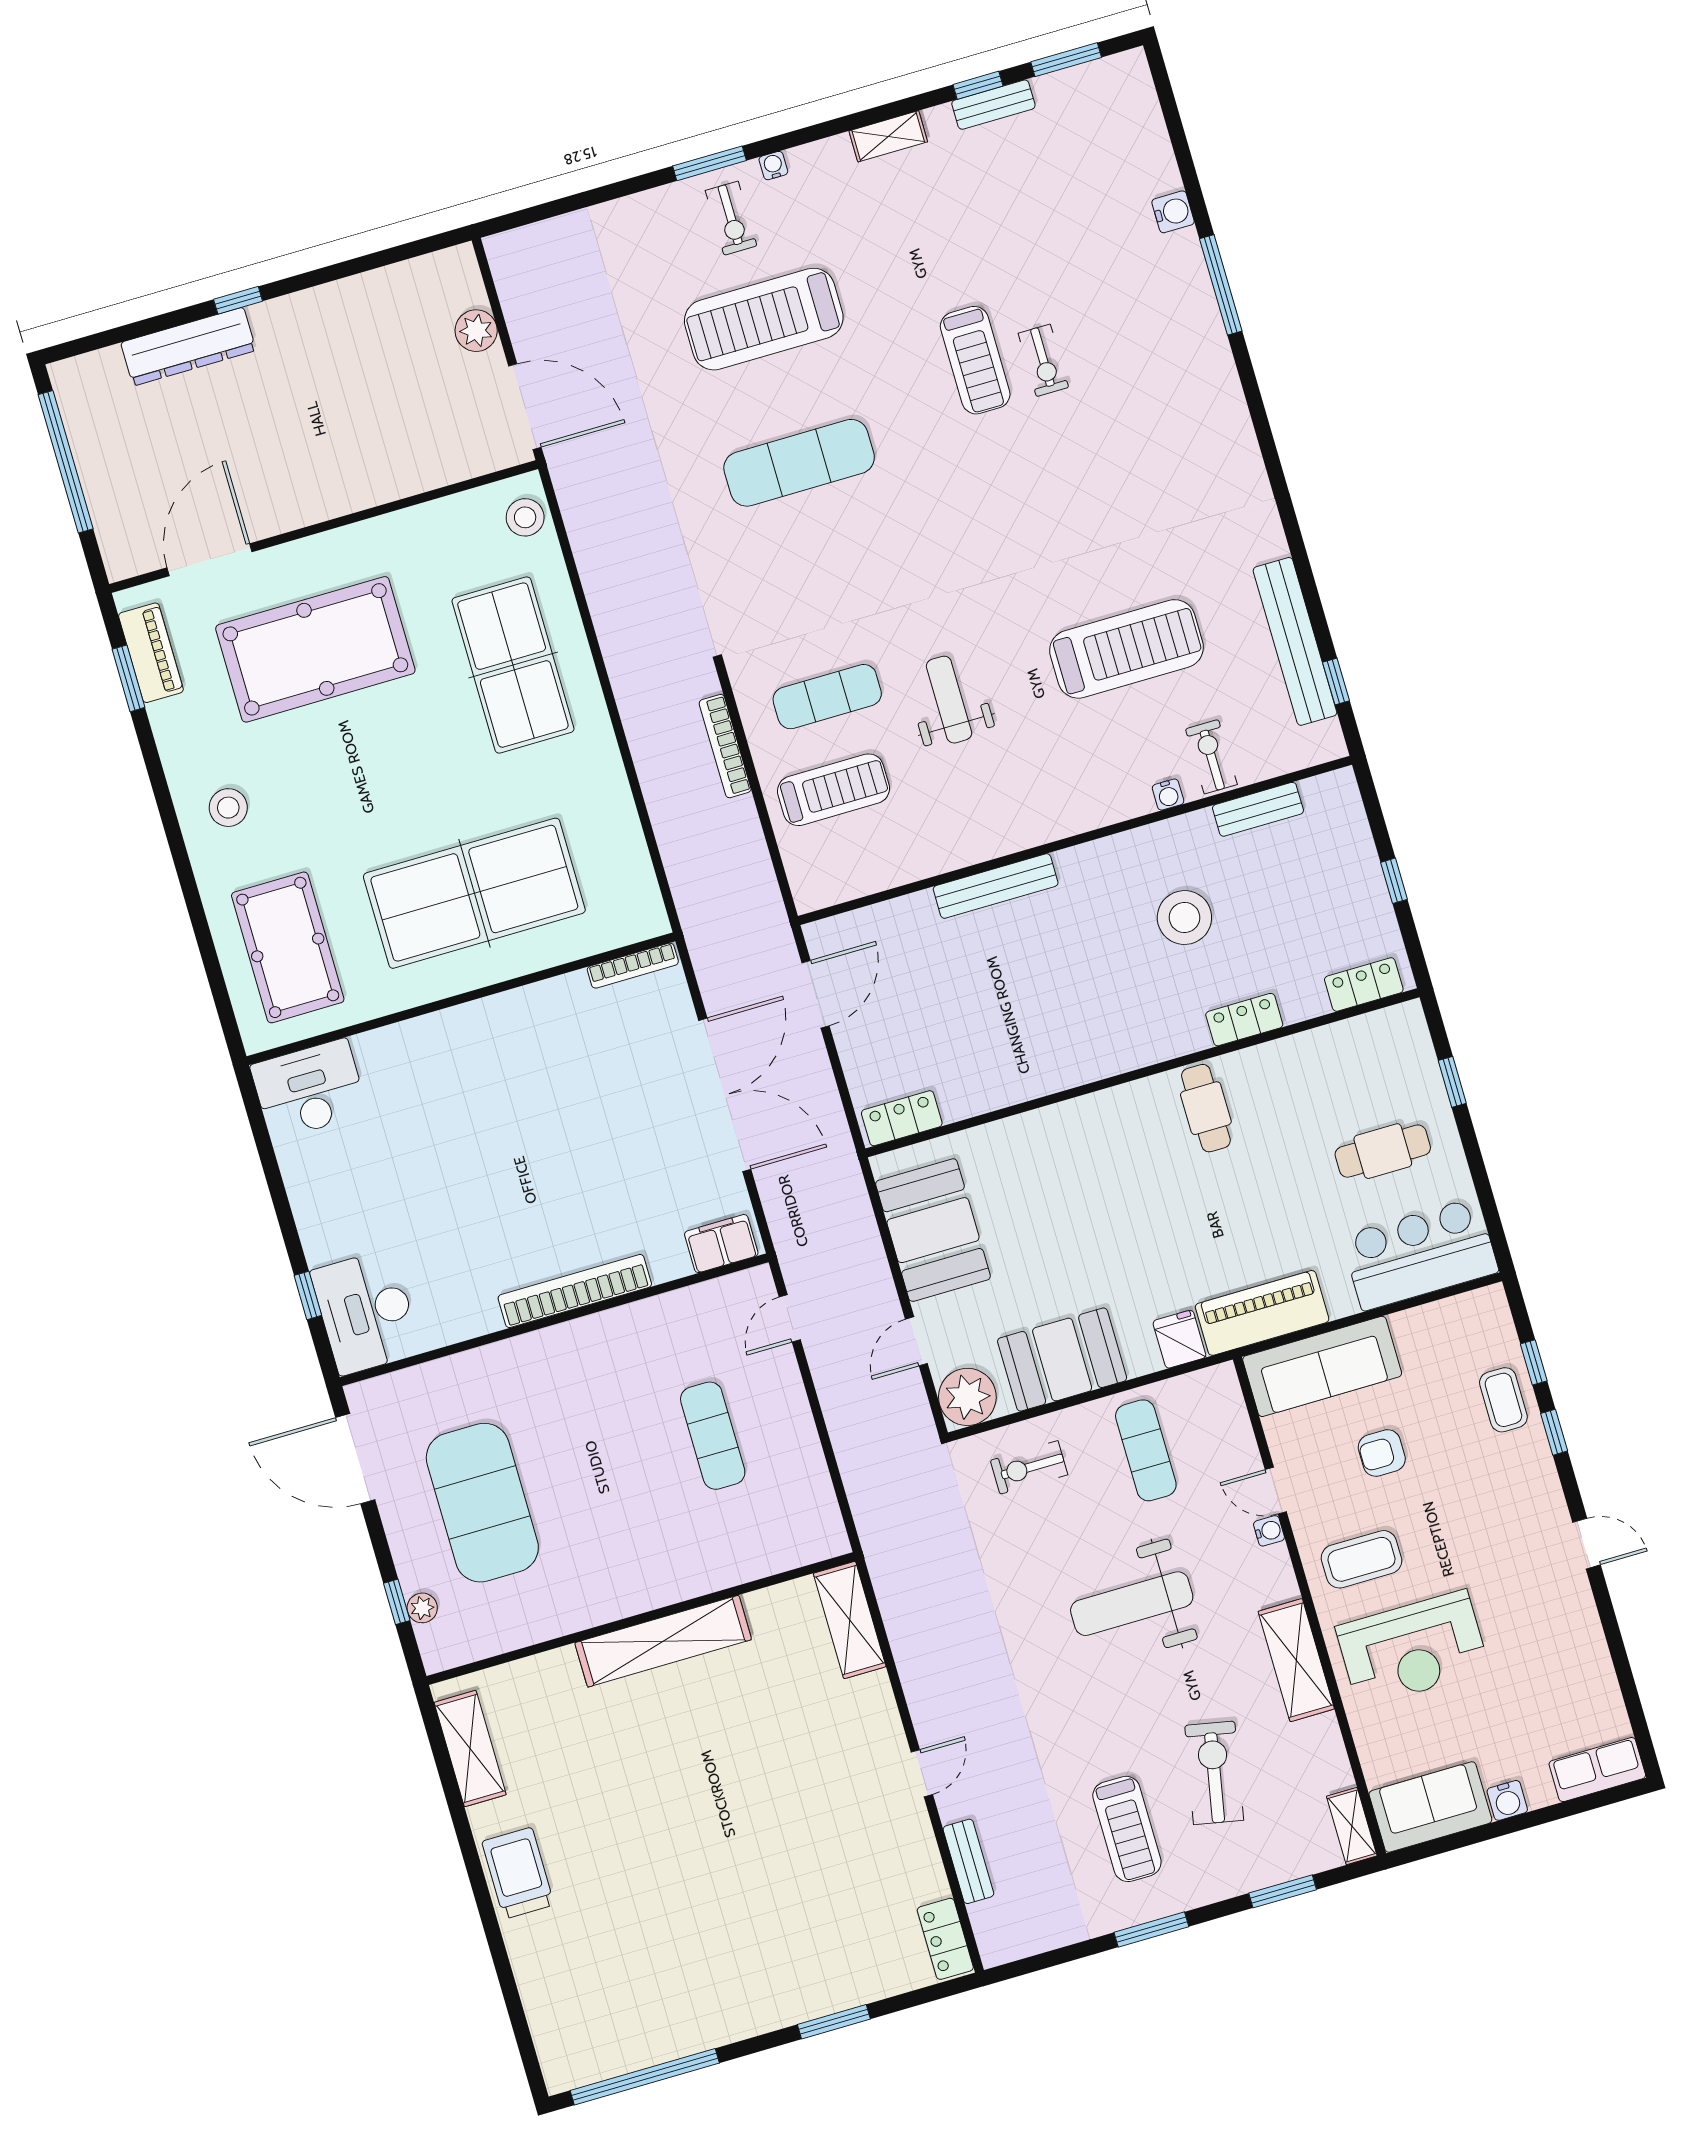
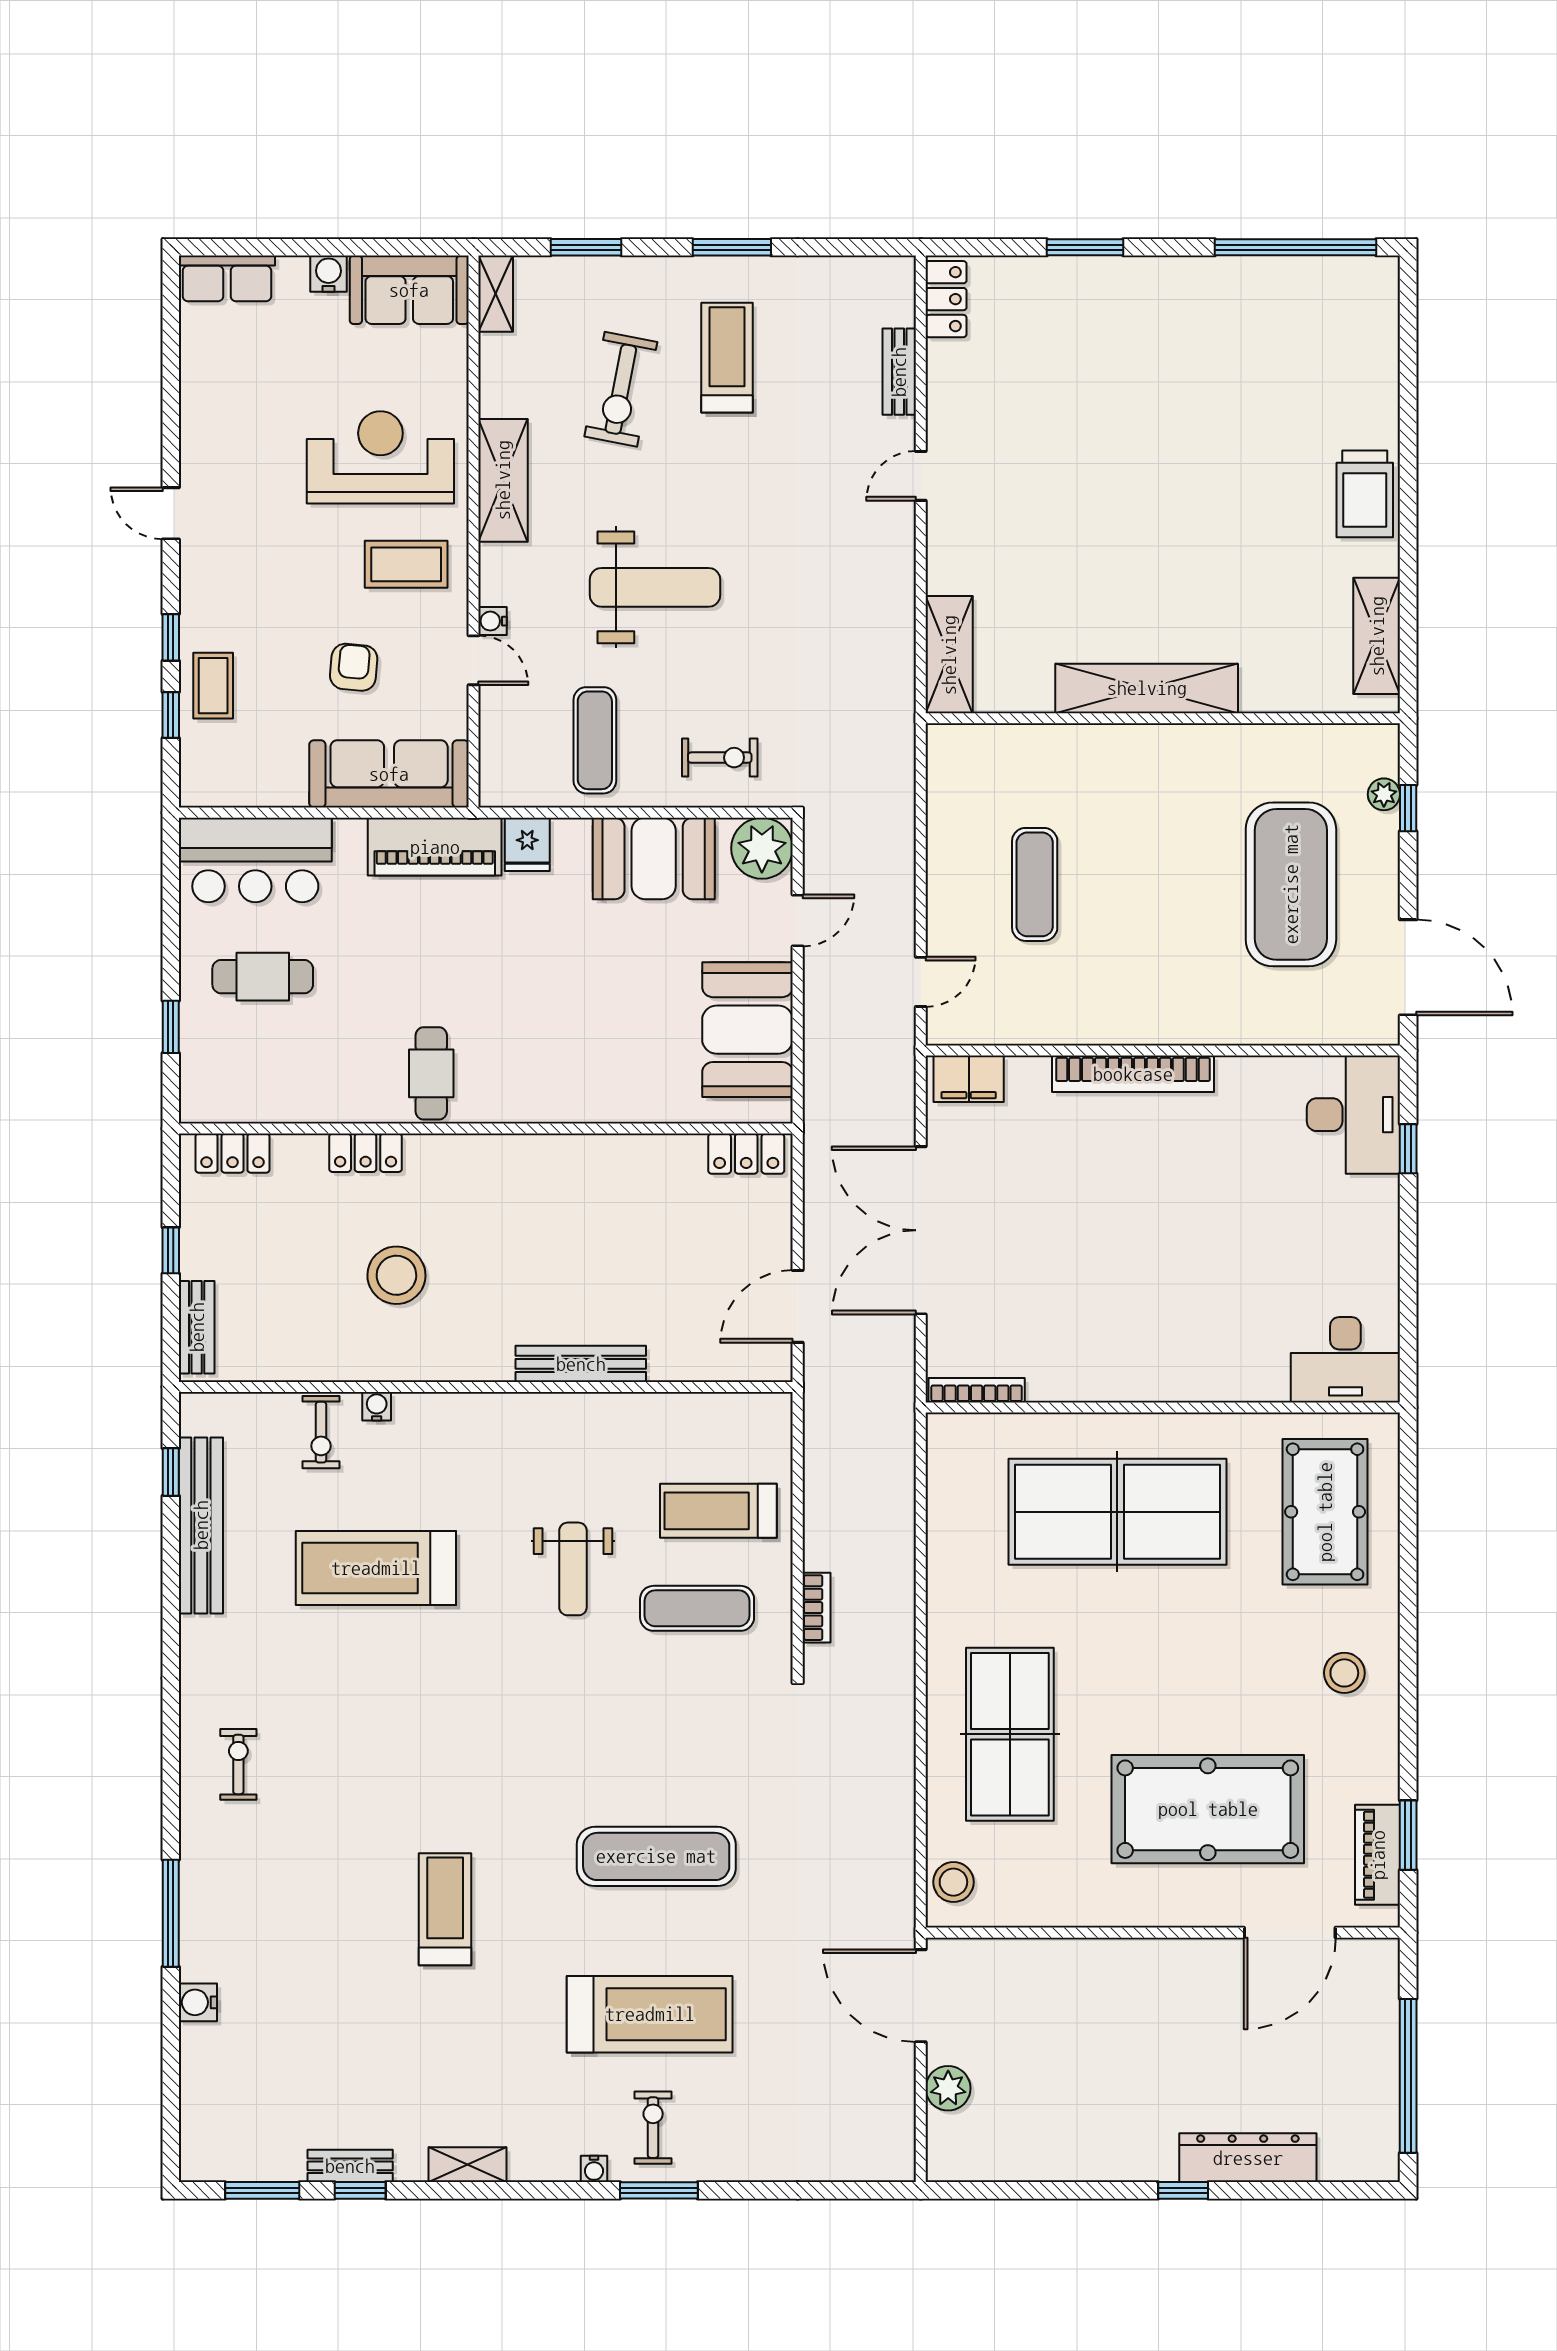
exercise bike: (1043, 360) -> (238, 1764), moved
bookcase: (725, 746) -> (817, 1608), width x0.64
bench: (1258, 809) -> (197, 1327), moved, turned 90
armchair: (1382, 1453) -> (354, 667), turned -85

